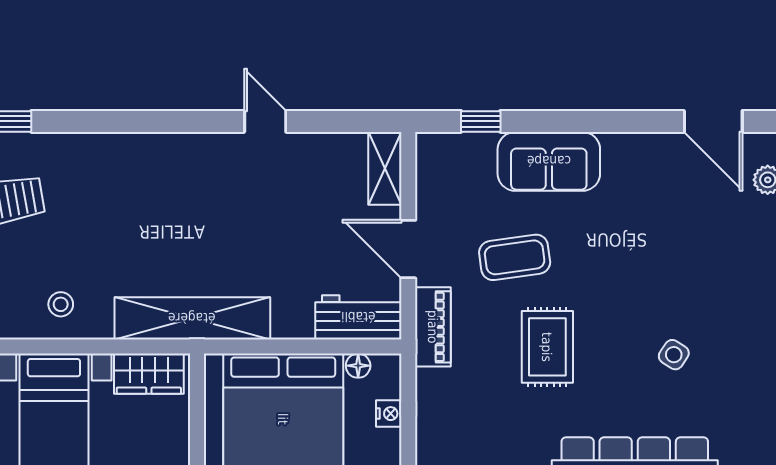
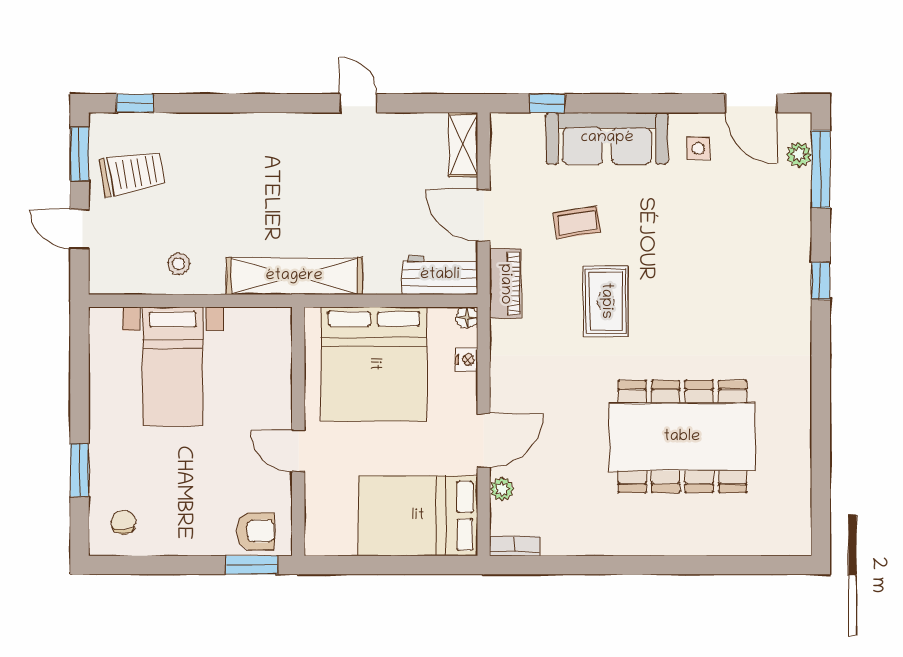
sofa: (549, 161) -> (607, 138), width x1.36
coffee table: (515, 257) -> (577, 223), width x0.73, depth x0.77
side table: (674, 355) -> (698, 148), moved, turned -33
floor lamp: (358, 366) -> (467, 318), moved
wardrobe: (149, 374) -> (256, 325), removed

